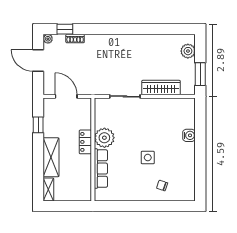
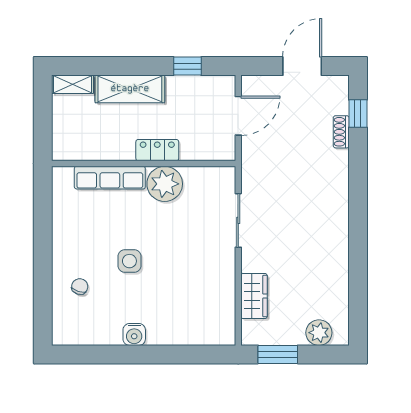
plant: (48, 39) -> (341, 83), removed
wardrobe: (161, 88) -> (254, 296), width x0.67
water cooler: (189, 135) -> (134, 334), moved

